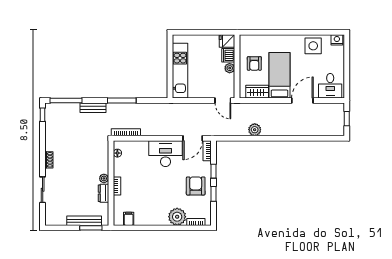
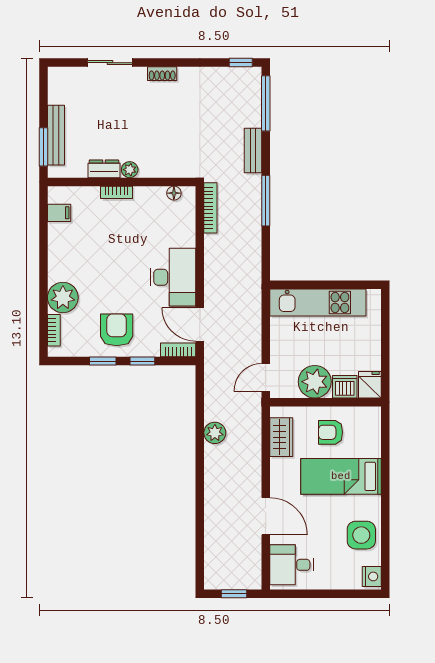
plant: (230, 68) -> (315, 382), width x1.88, depth x1.88
bed: (280, 75) -> (341, 476), moved, turned 180
armchair: (196, 186) -> (117, 330), turned -90

